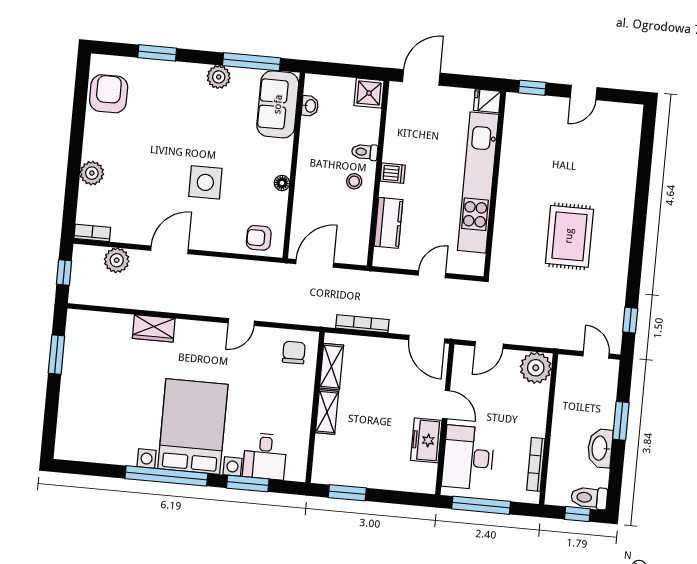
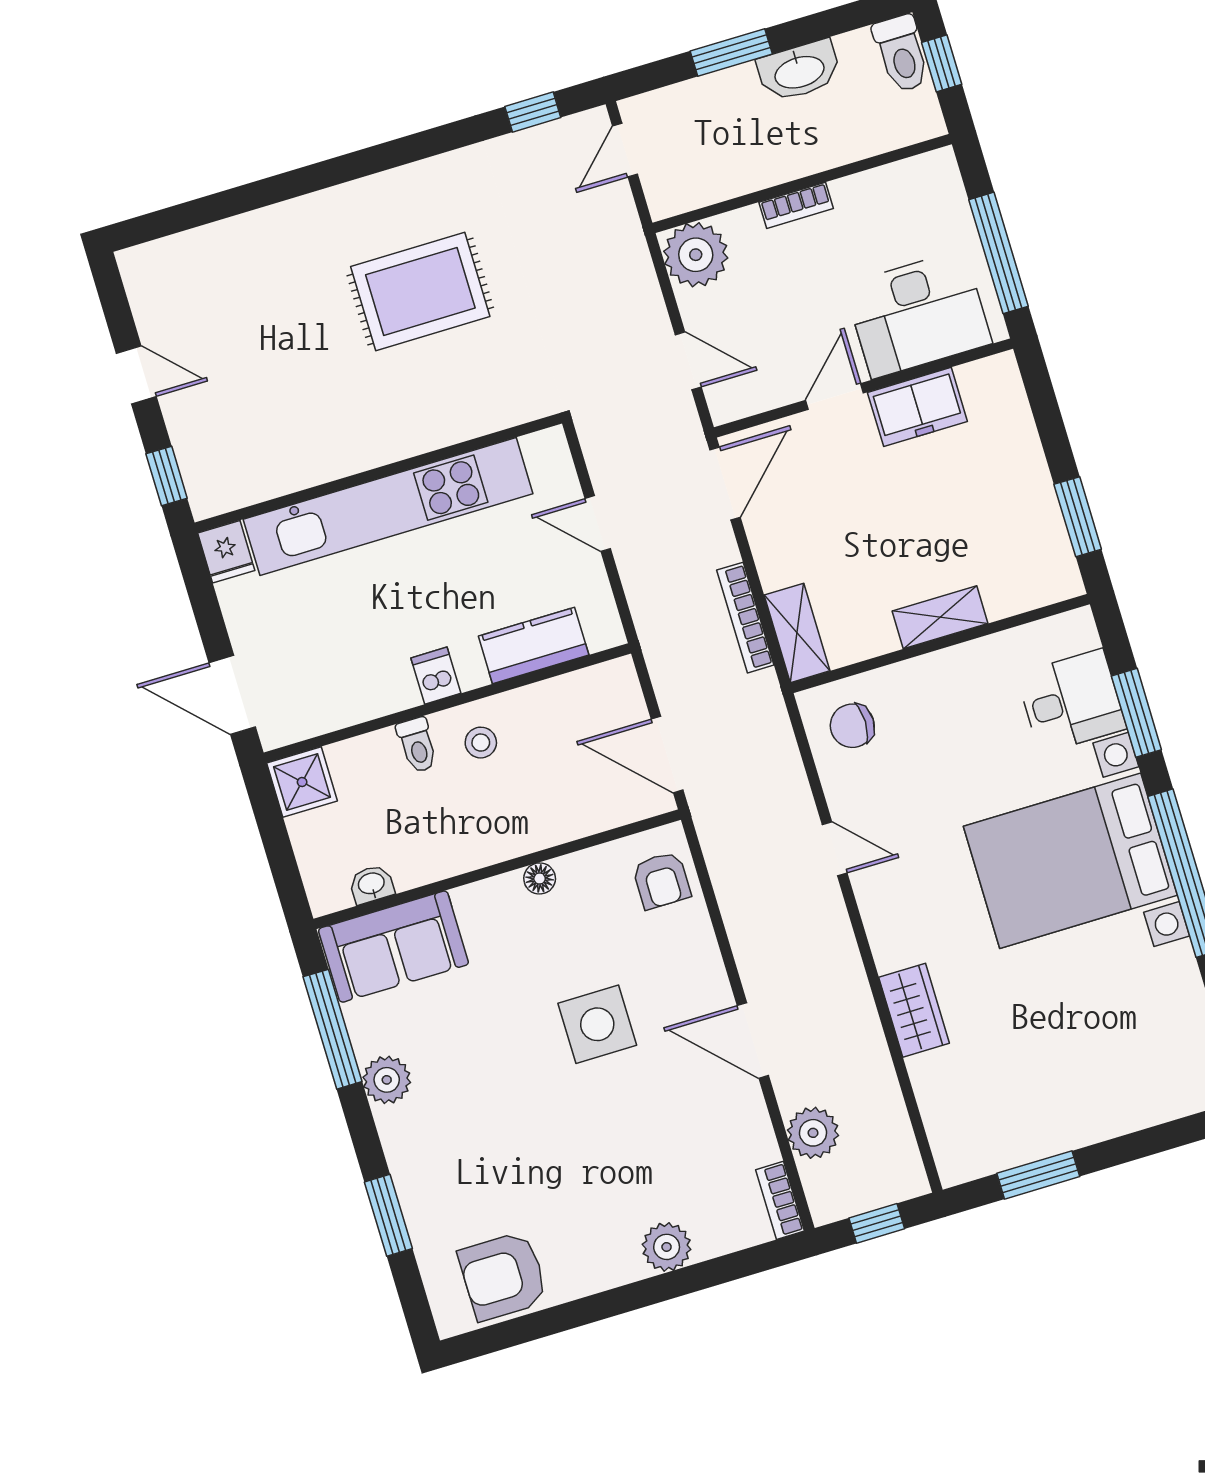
shelving: (332, 367) -> (797, 633), moved, turned 90
bookcase: (536, 464) -> (796, 205), moved, width x0.64

